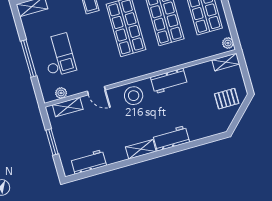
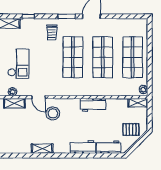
stool: (134, 96) -> (53, 113), moved
shelving: (141, 149) -> (42, 149), moved
workbench: (89, 162) -> (109, 147), moved

